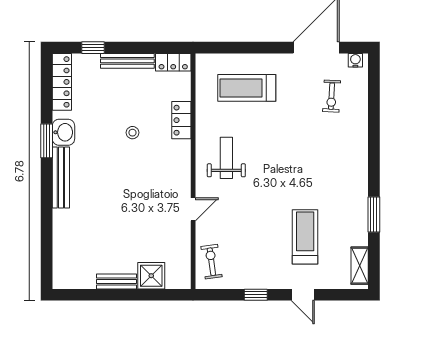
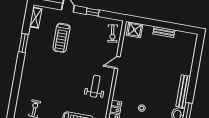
weight bench: (226, 158) -> (95, 86), turned 180
shower: (151, 276) -> (135, 30), moved

